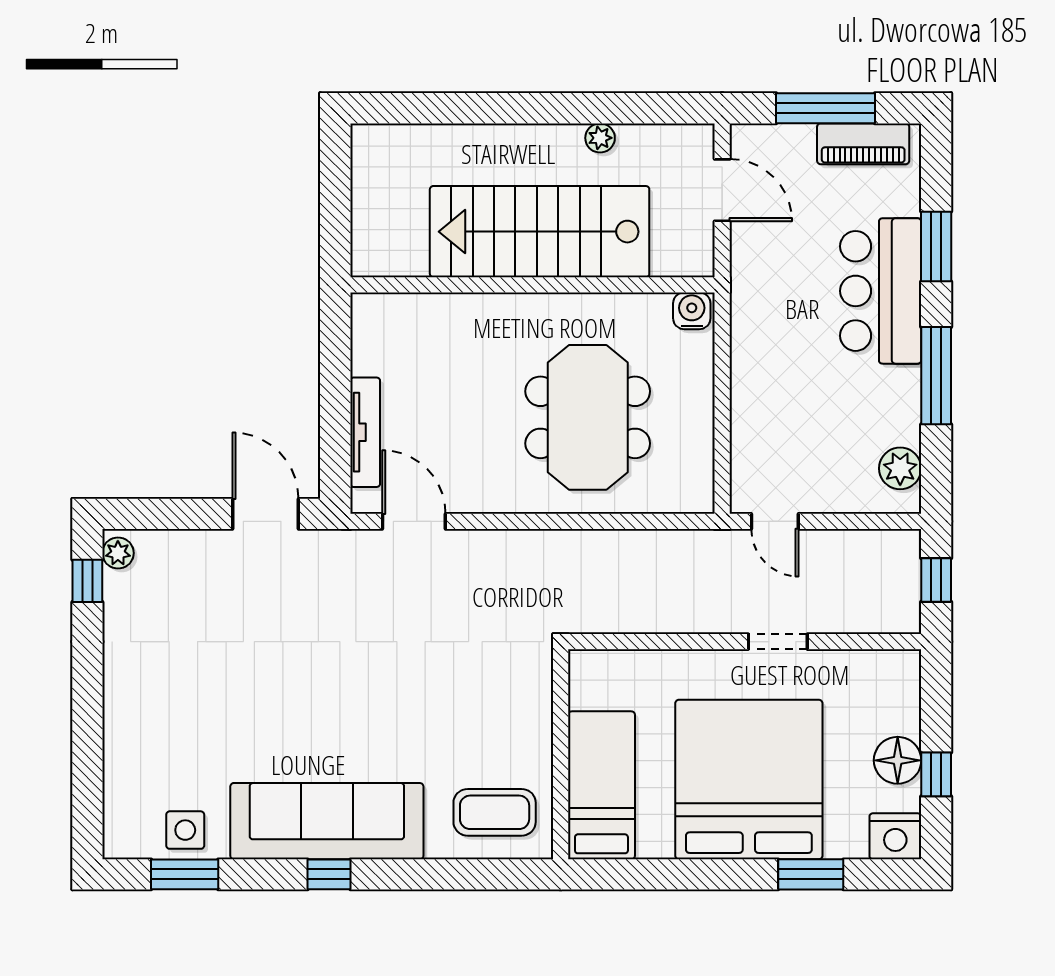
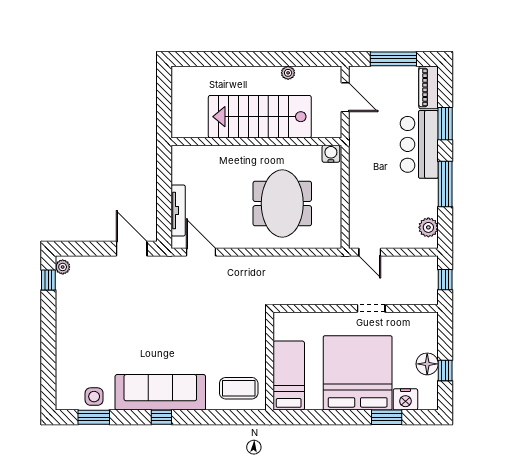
piano: (863, 144) -> (429, 87), moved, turned 90
nightstand: (895, 836) -> (405, 399), moved

